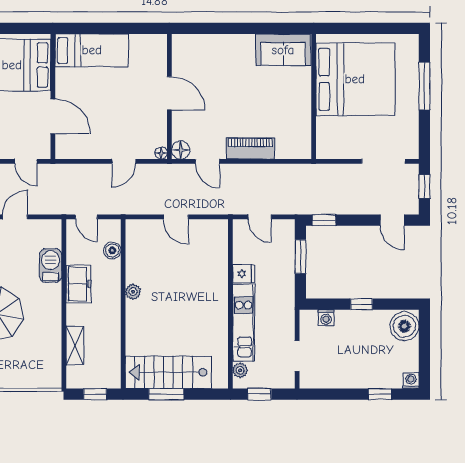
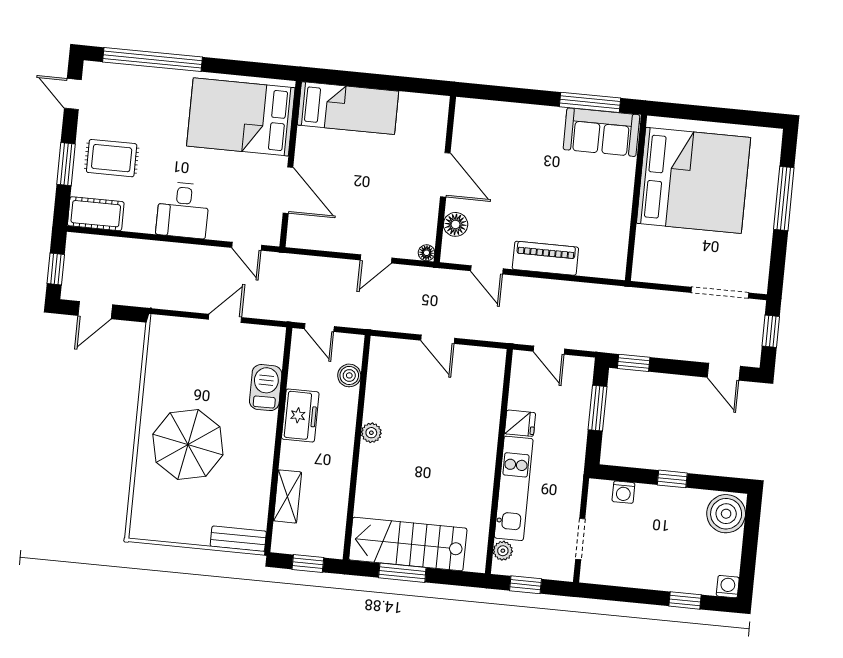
window: (272, 28) -> (590, 102), added
floor lamp: (181, 150) -> (456, 224), moved
bench: (41, 381) -> (238, 539), added

